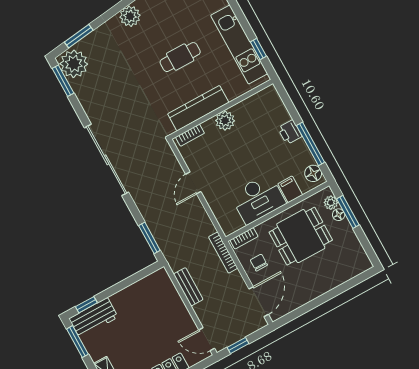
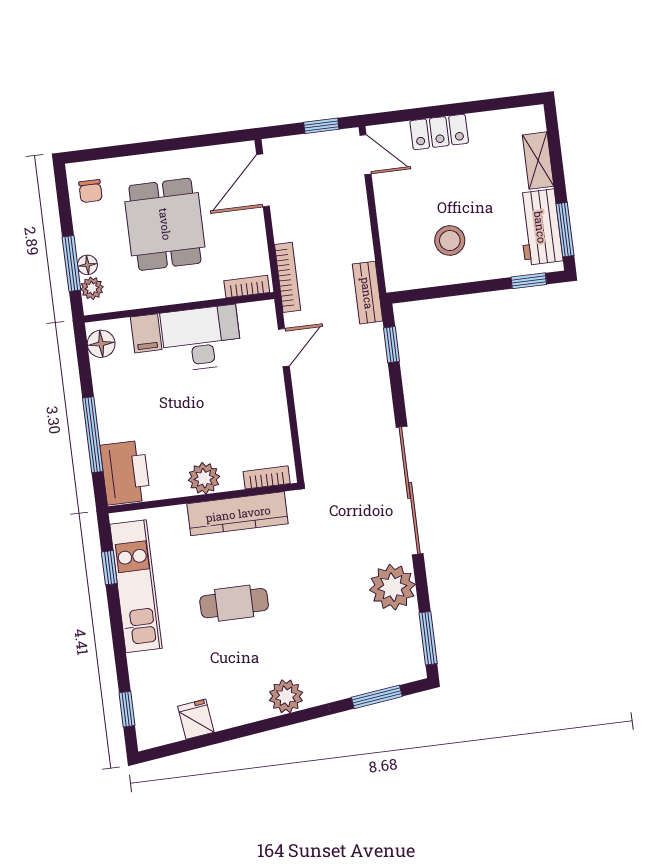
plant: (74, 64) -> (392, 587), moved
printer: (290, 132) -> (125, 473), moved, width x1.87, depth x1.48
window: (311, 144) -> (93, 435), moved
door: (193, 183) -> (284, 348), moved
dining table: (301, 236) -> (165, 224), moved, turned 90
window: (149, 238) -> (391, 345), width x0.67
chair: (259, 263) -> (91, 191), moved
bench: (188, 287) -> (367, 293), moved
stool: (140, 310) -> (450, 241), added
workbench: (94, 318) -> (540, 227), moved, turned -90

